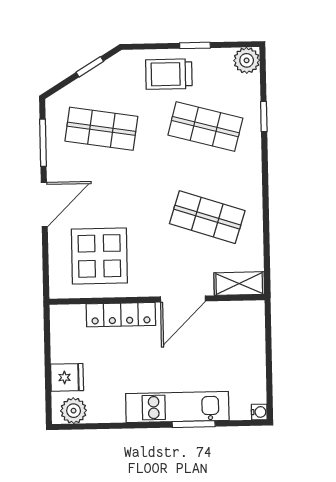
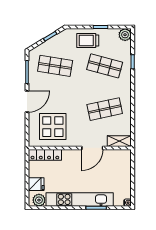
shop shelf: (207, 217) -> (105, 109), turned -30
locker: (121, 315) -> (45, 155), moved
kitchen unit: (177, 407) -> (80, 199), width x1.36

